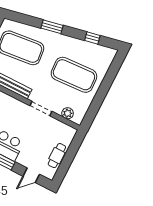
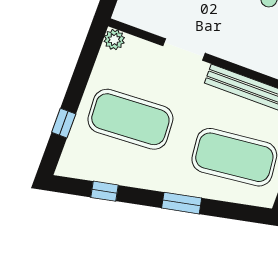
window: (110, 77) -> (64, 123), added
plant: (68, 113) -> (114, 40), moved

